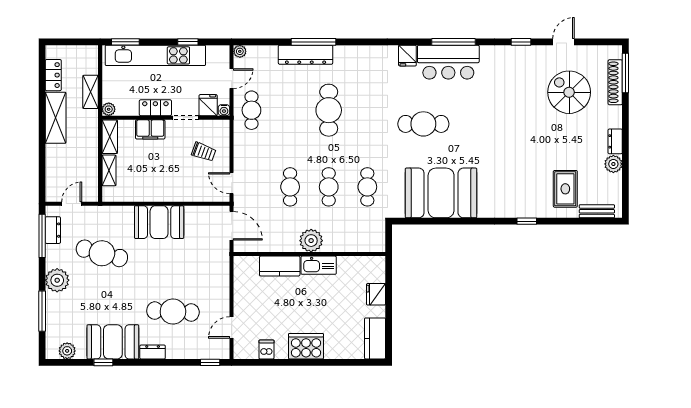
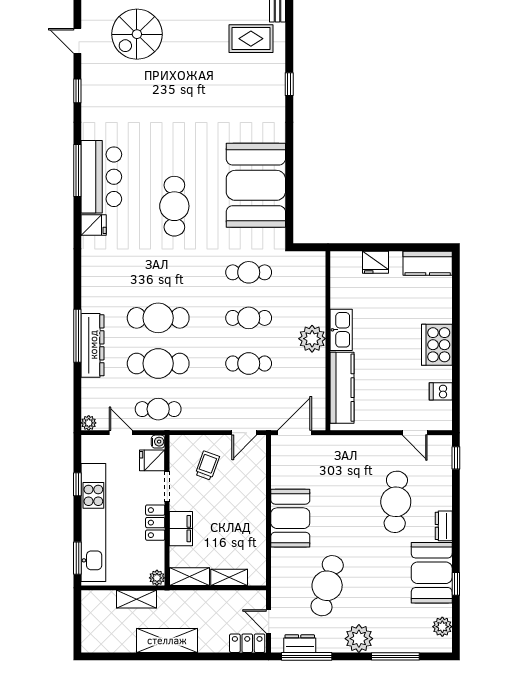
locker: (53, 75) -> (247, 643), moved
cafe table: (290, 110) -> (158, 363), added
kitchen counter: (280, 266) -> (342, 388), width x1.50

